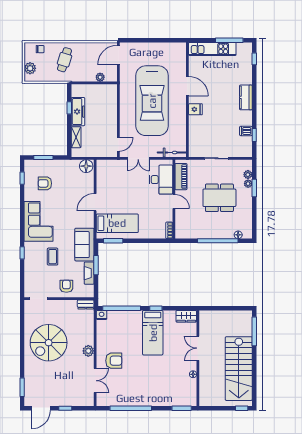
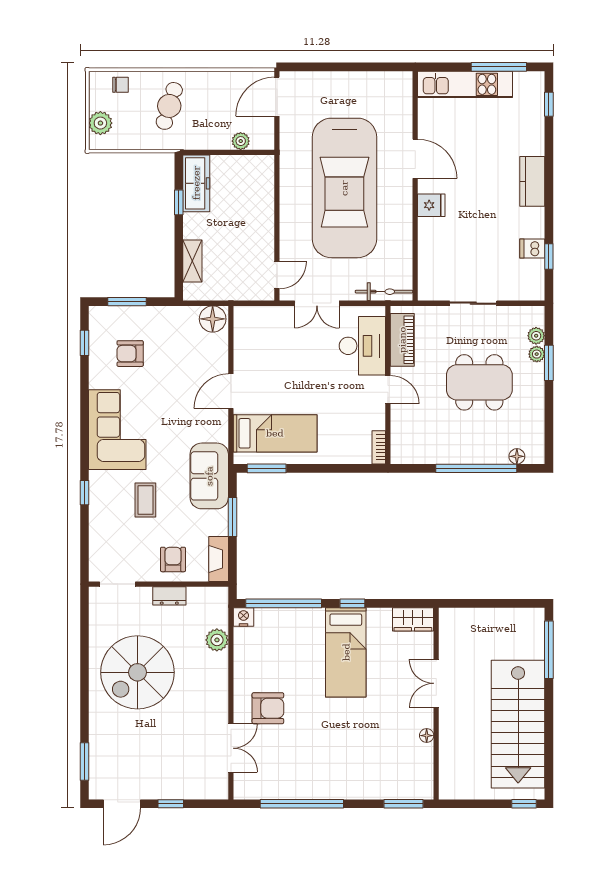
freezer: (78, 112) -> (196, 183), moved
fireplace: (89, 273) -> (219, 559), moved
dresser: (86, 304) -> (169, 596), moved
plant: (88, 351) -> (217, 640), moved

